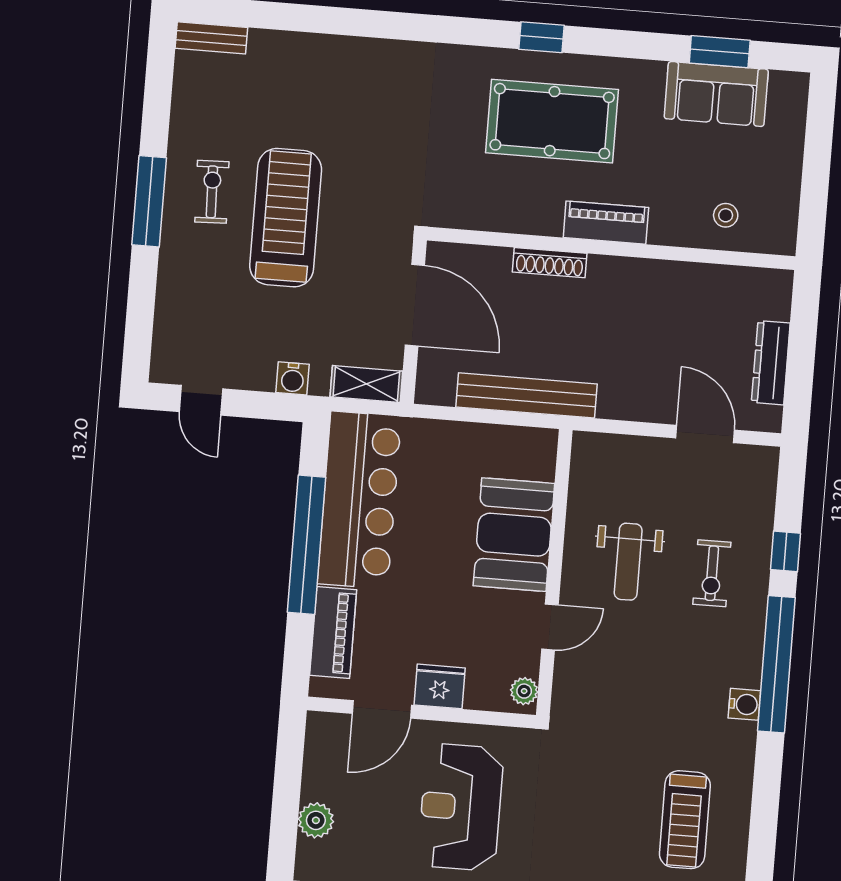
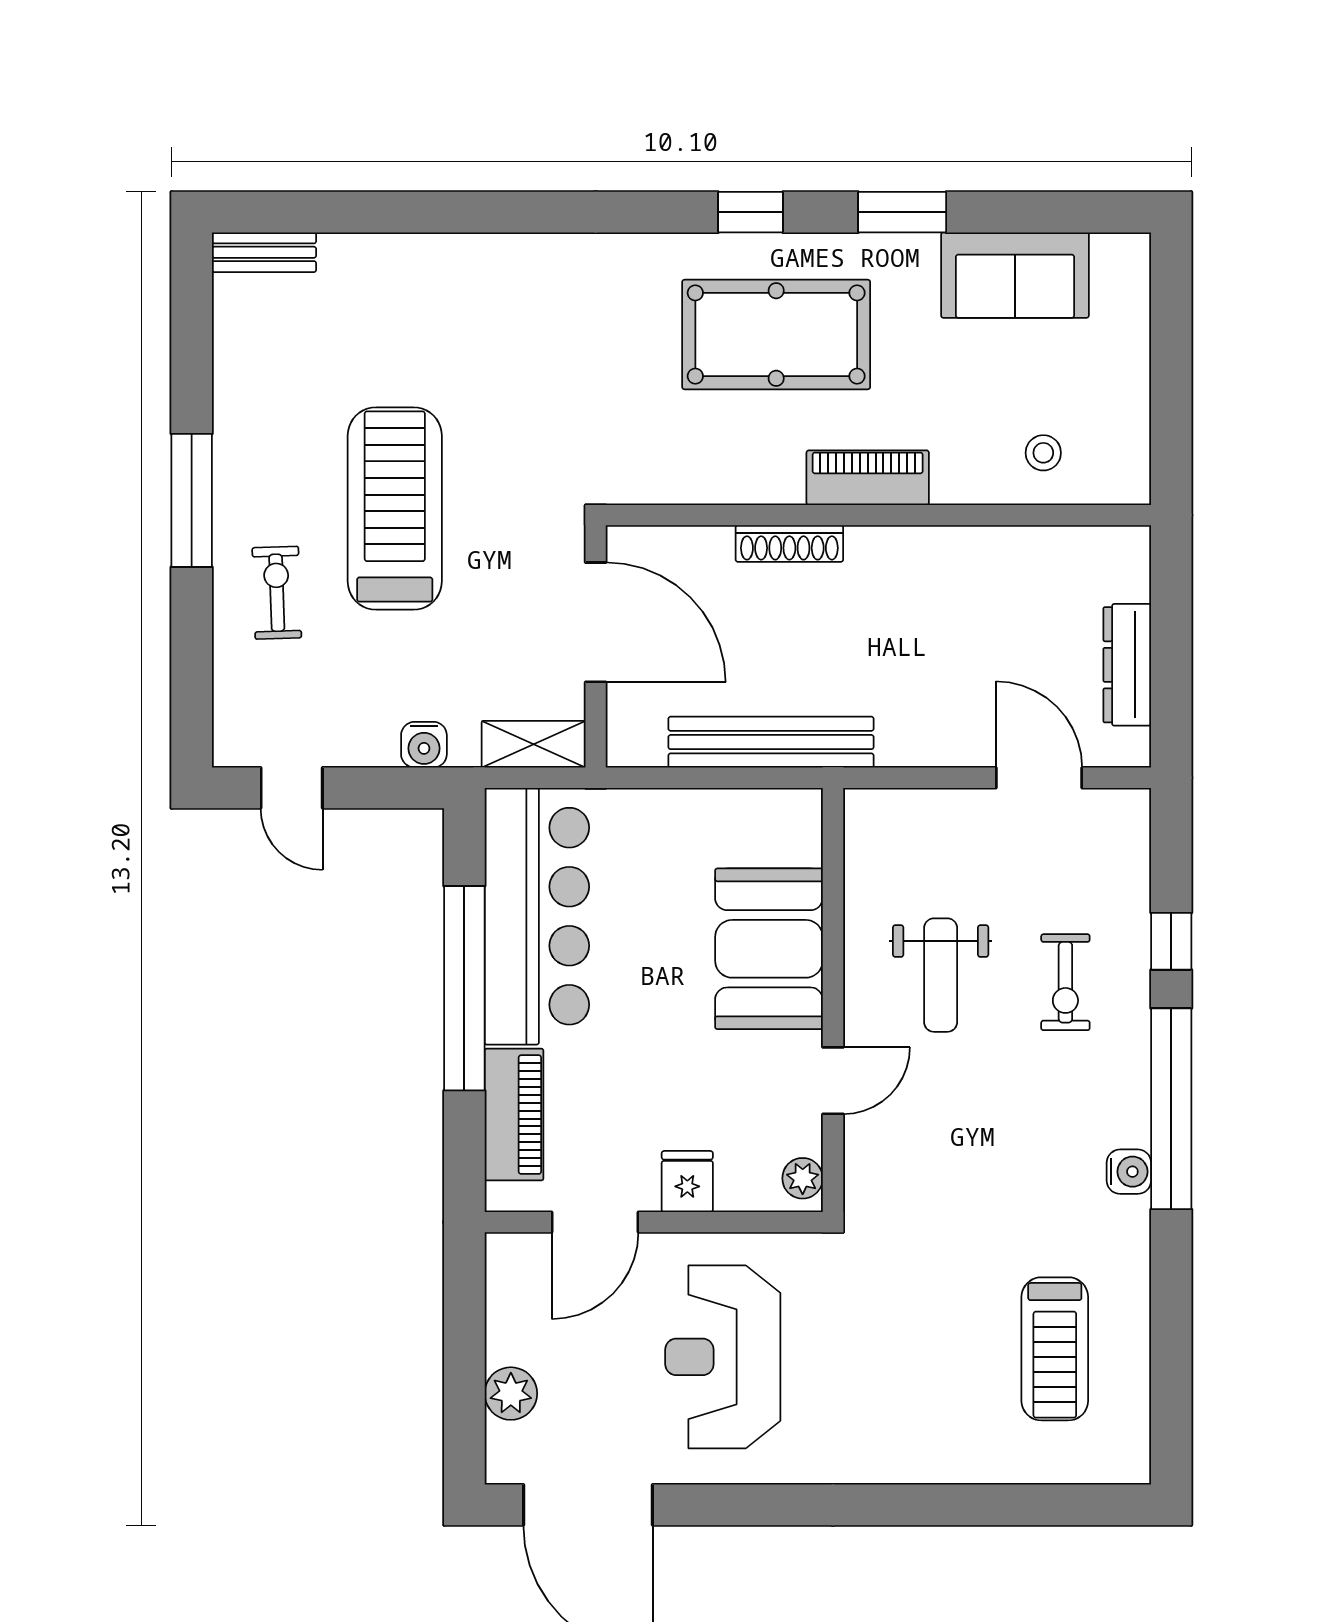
window: (720, 52) -> (902, 212), moved
exercise bike: (212, 192) -> (277, 593), moved
fridge: (440, 686) -> (687, 1182), width x0.72

